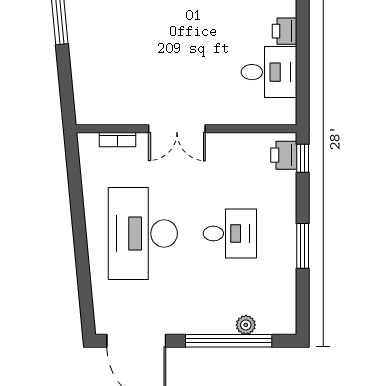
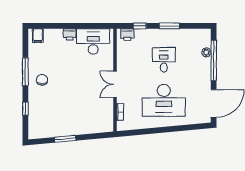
desk: (269, 72) -> (93, 42), width x1.37
double door: (177, 129) -> (115, 84), swing flipped
window: (303, 158) -> (140, 26), moved

